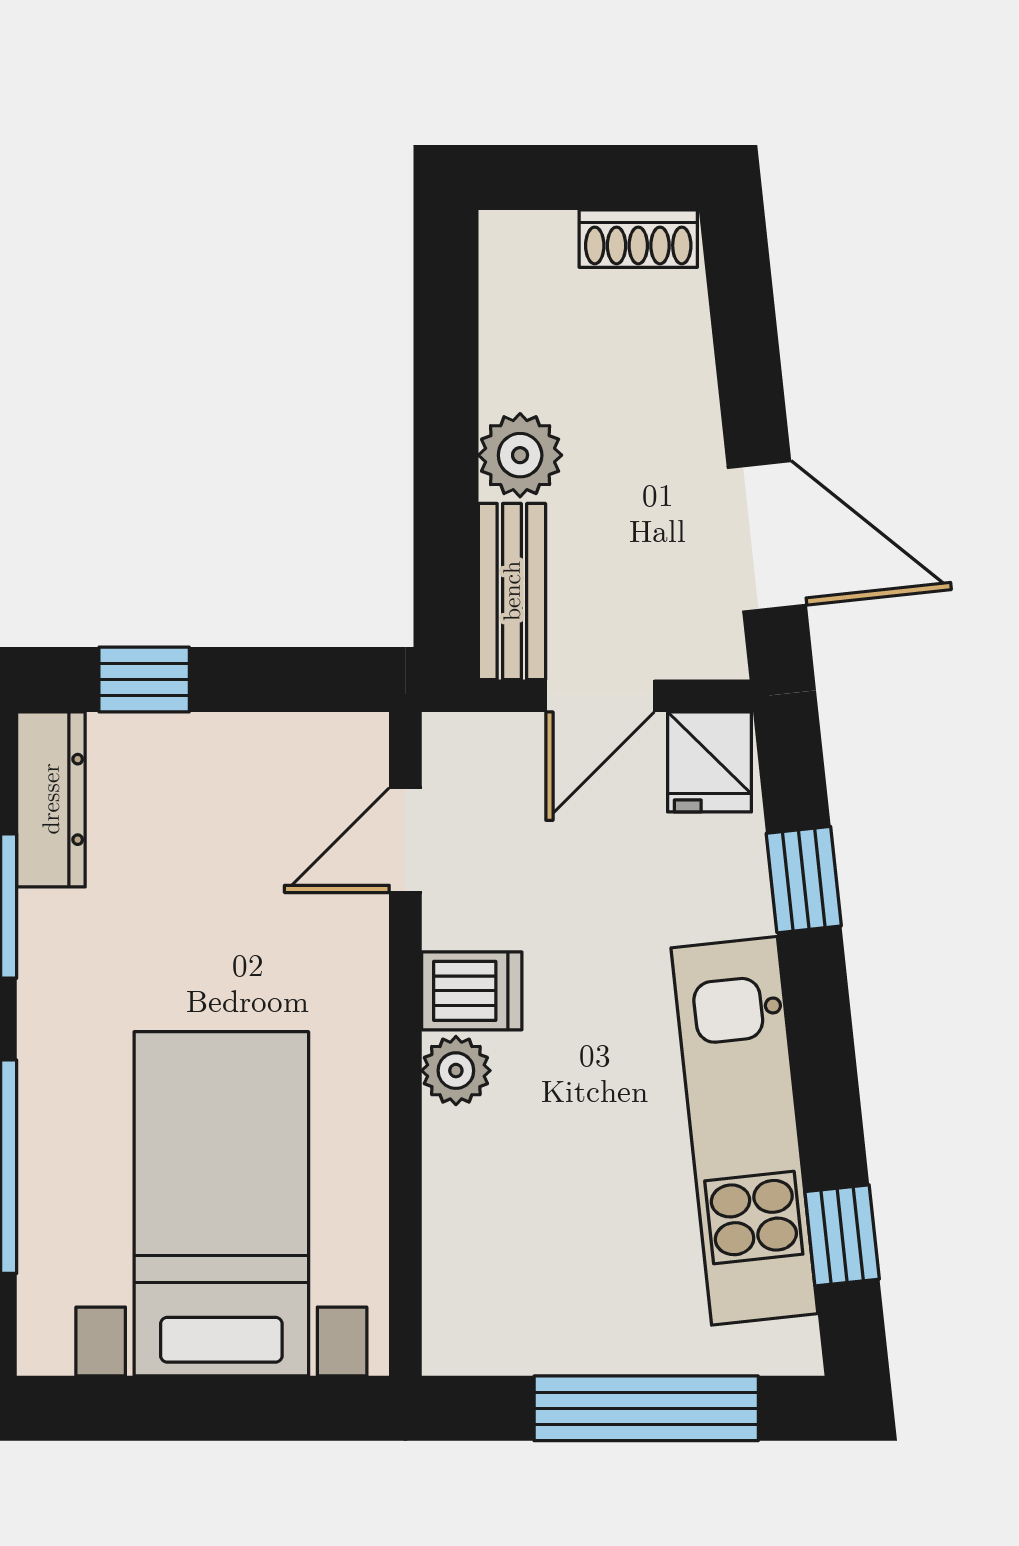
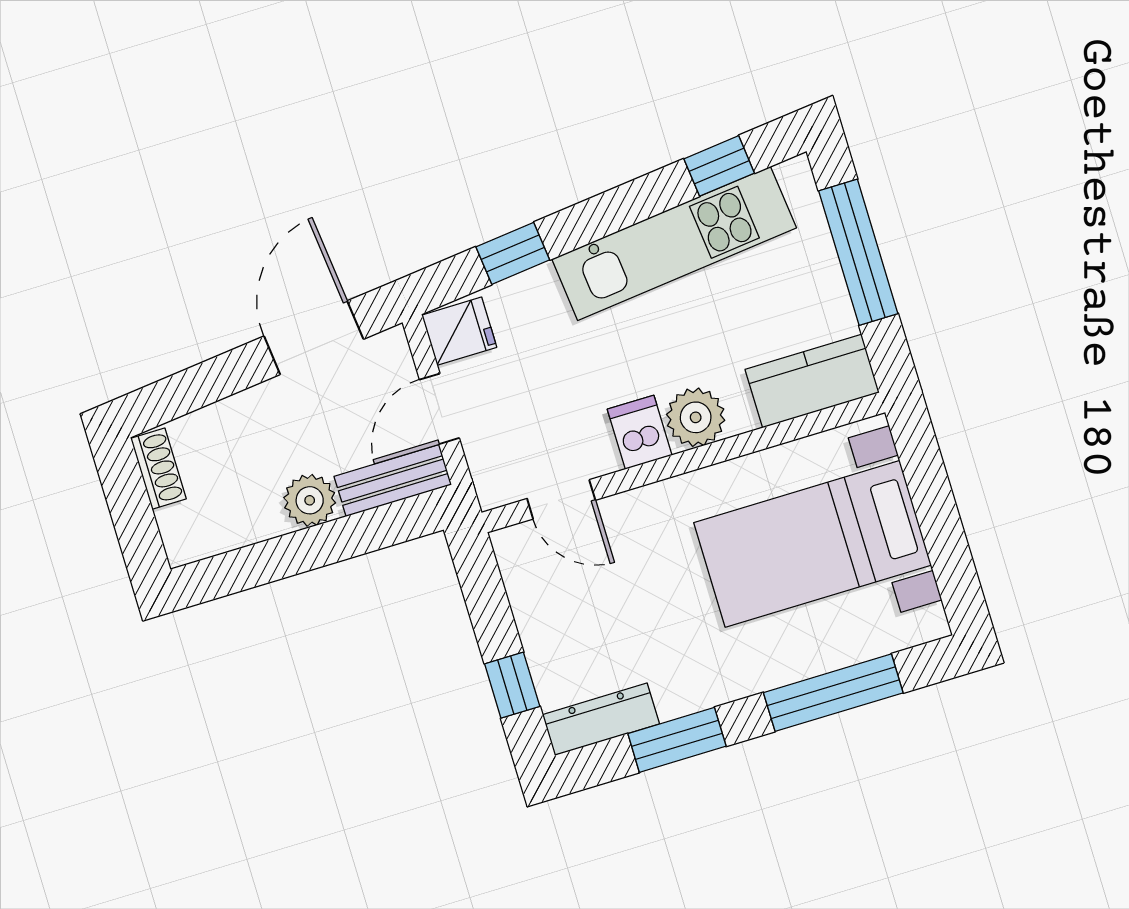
door: (600, 696) -> (439, 409), swing flipped
plant: (456, 1071) -> (696, 417), width x1.38, depth x1.38
kitchen counter: (470, 1278) -> (812, 381), added

